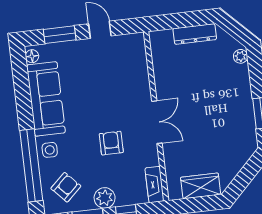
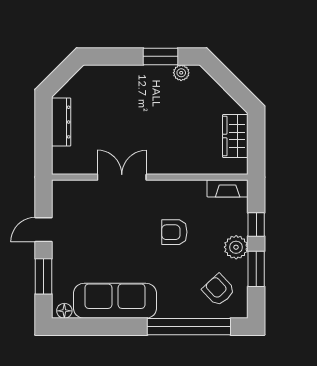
plant: (241, 56) -> (181, 73), moved
double door: (157, 122) -> (122, 177), moved
side table: (50, 150) -> (174, 303), removed

